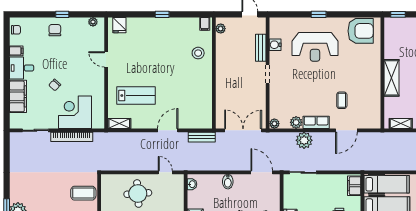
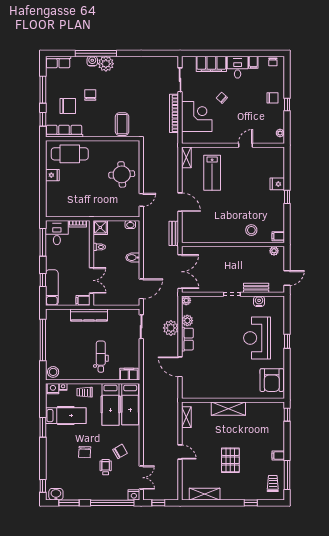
fridge: (119, 25) -> (277, 184), moved
coffee table: (342, 100) -> (208, 363), removed

